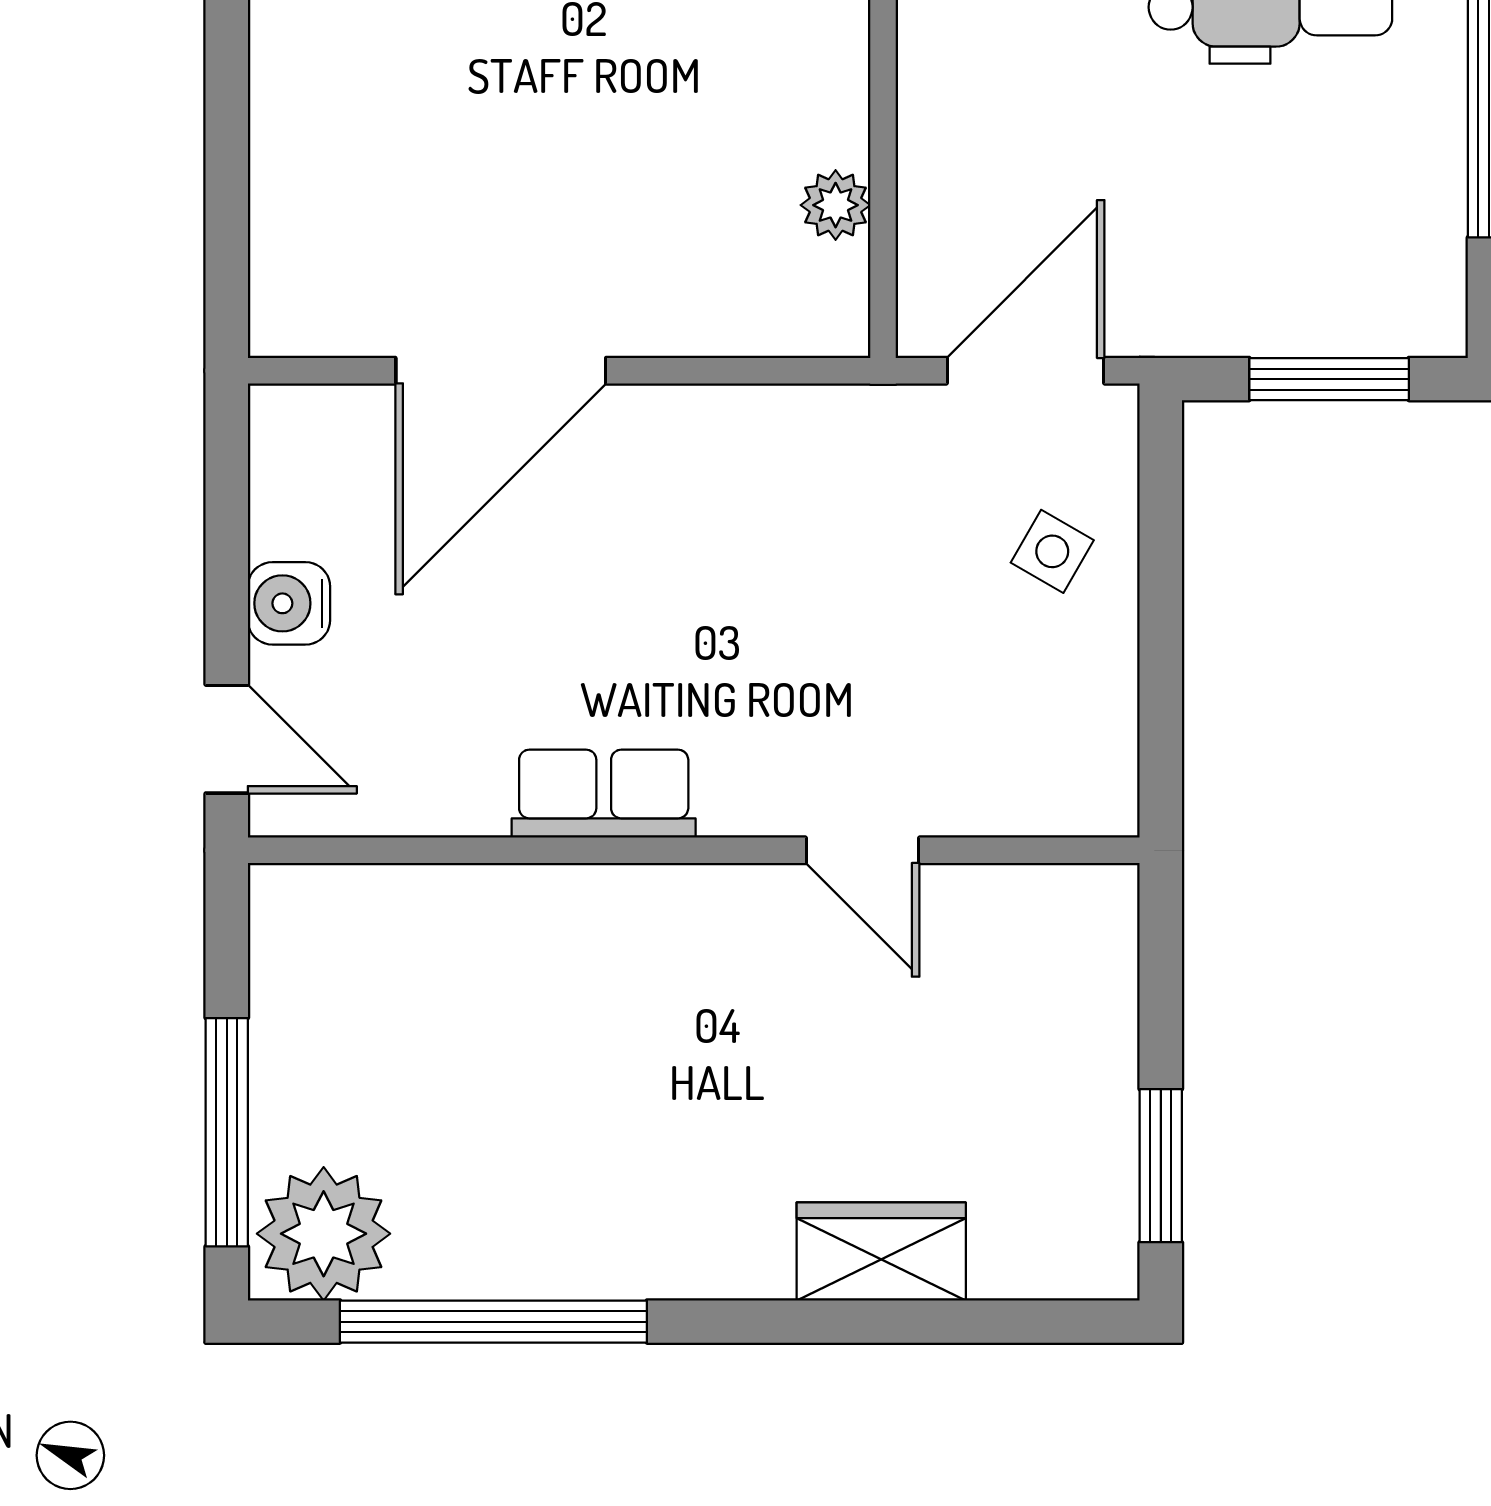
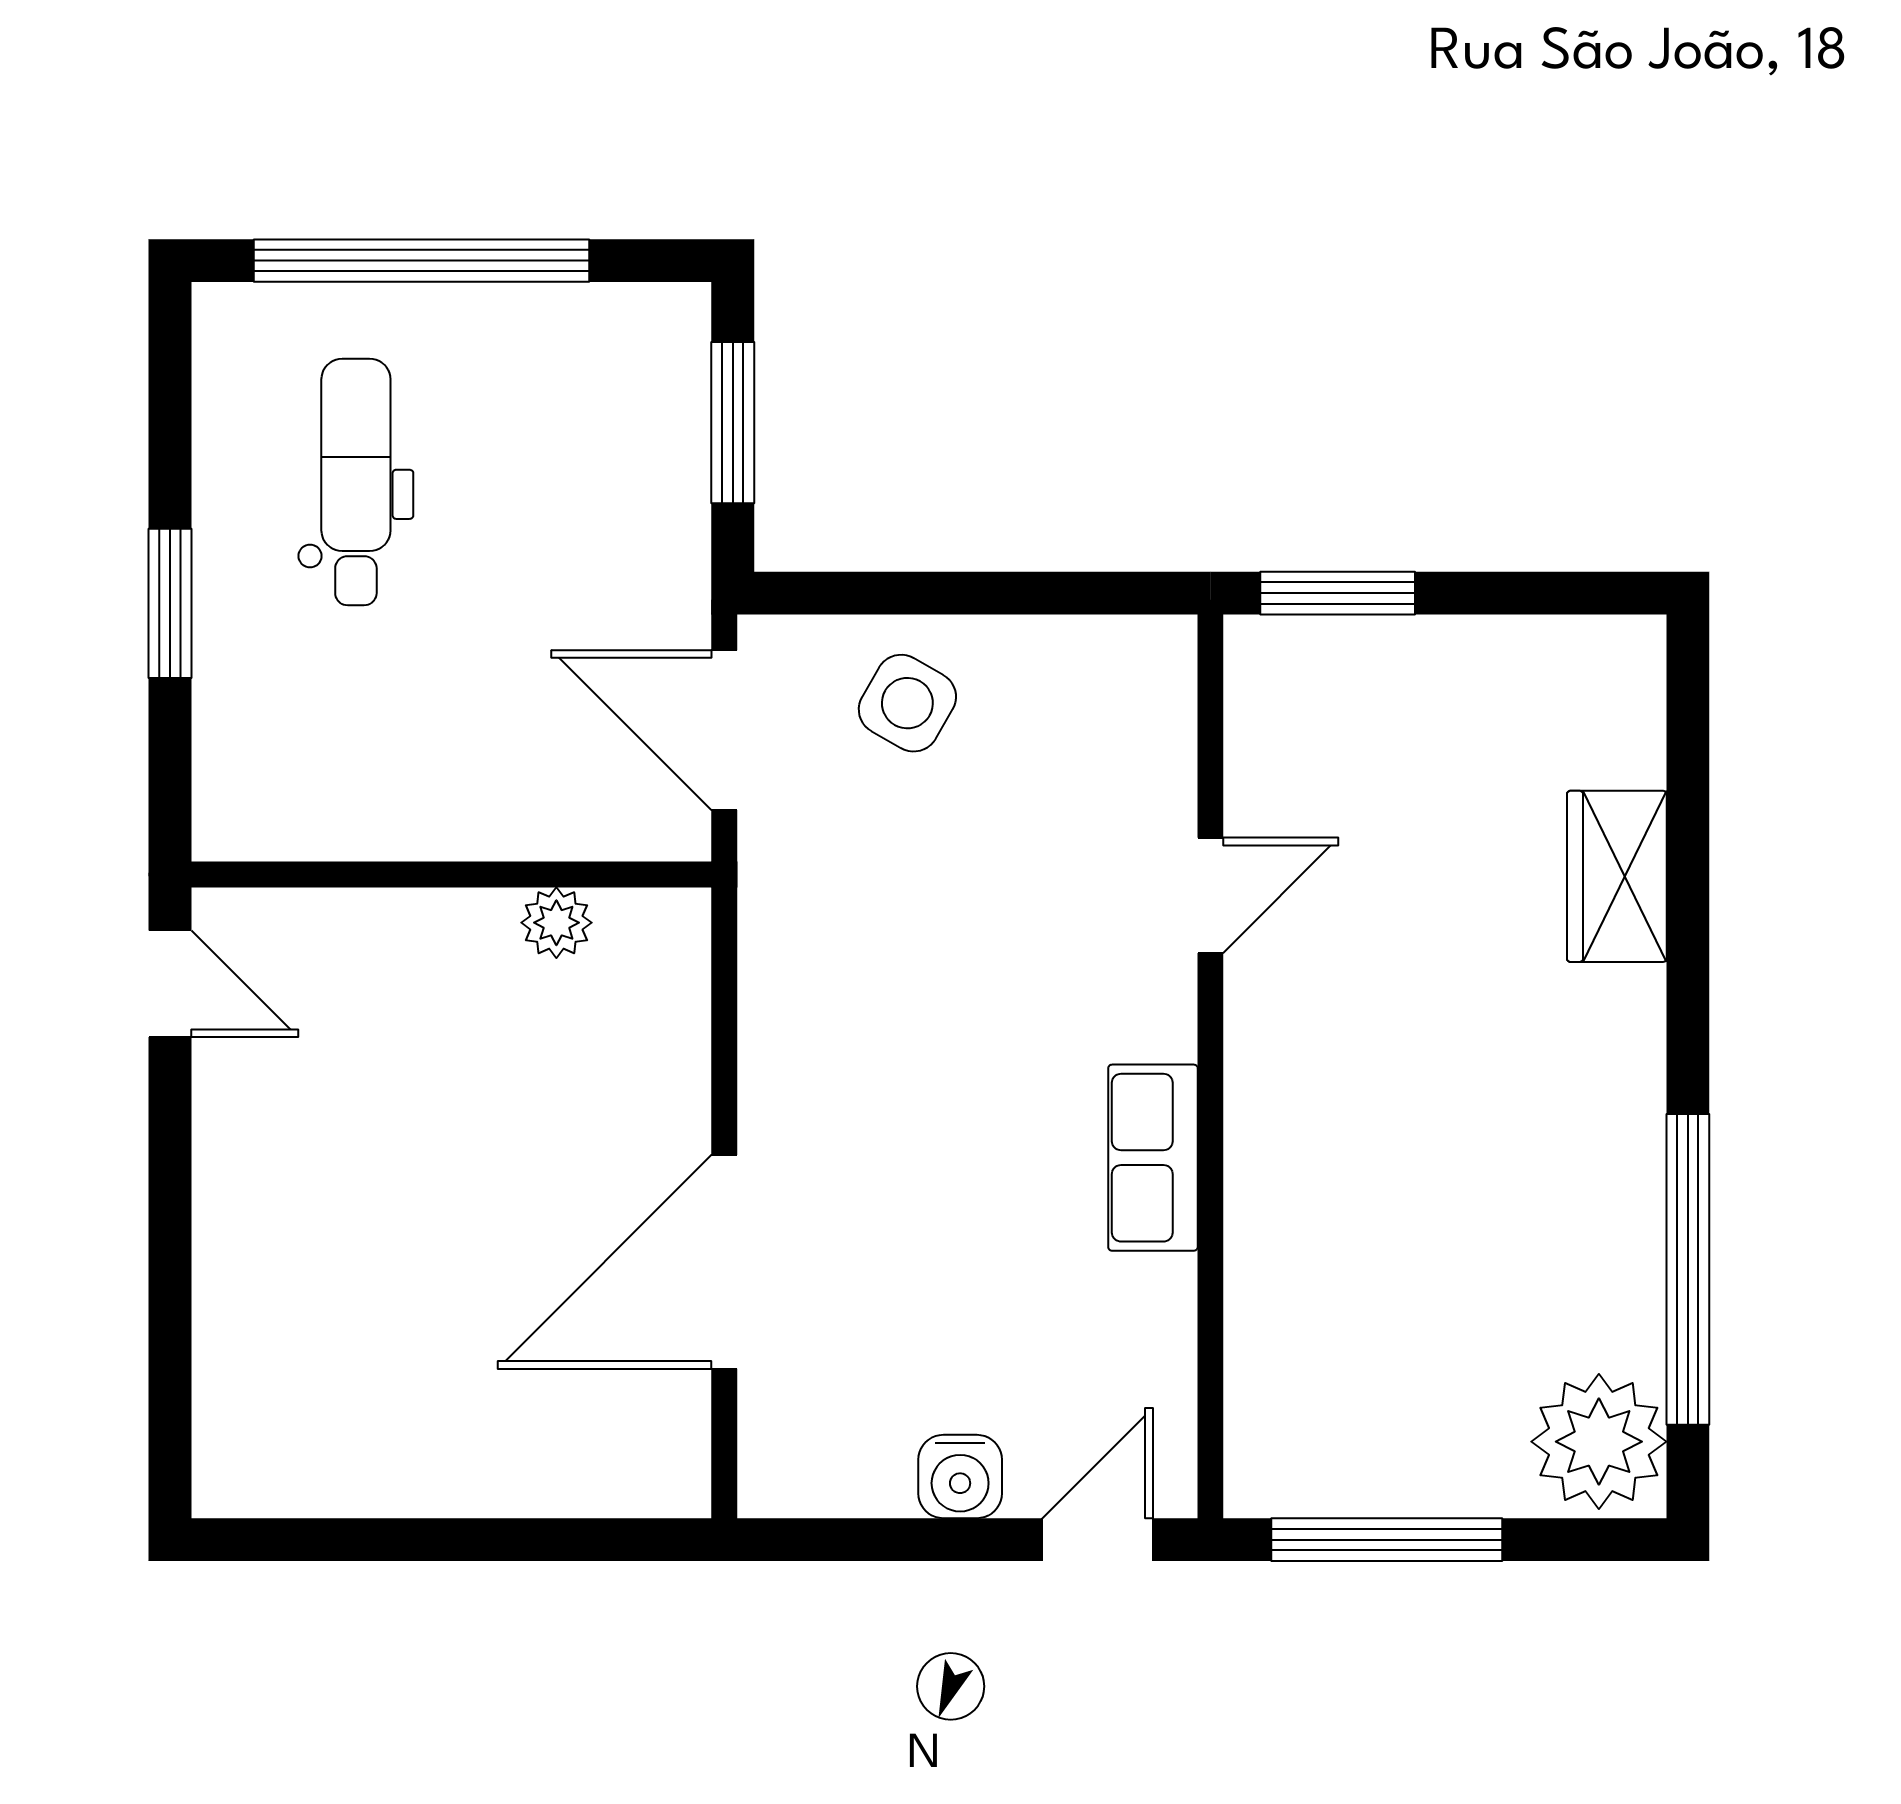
door: (501, 371) -> (724, 1262), swing flipped
side table: (1052, 551) -> (907, 703), width x1.37, depth x1.37
window: (227, 1132) -> (1387, 1540), moved
window: (1161, 1166) -> (1338, 593), moved

